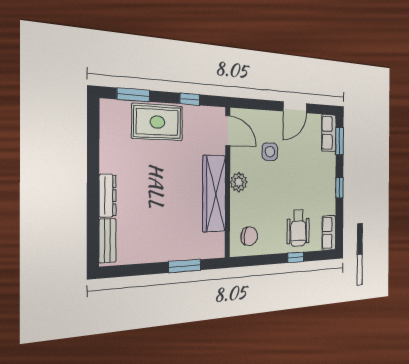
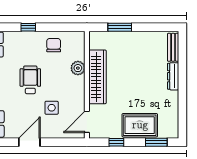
door: (228, 131) -> (87, 122), hinge flipped
plant: (239, 182) -> (78, 68), moved
wheelchair: (298, 228) -> (30, 80), moved
chair: (249, 236) -> (54, 45), moved, turned 81

